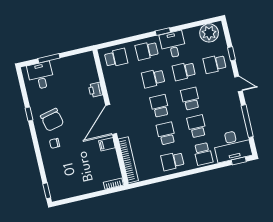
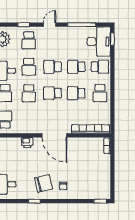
filing cabinet: (107, 144) -> (74, 143), removed

